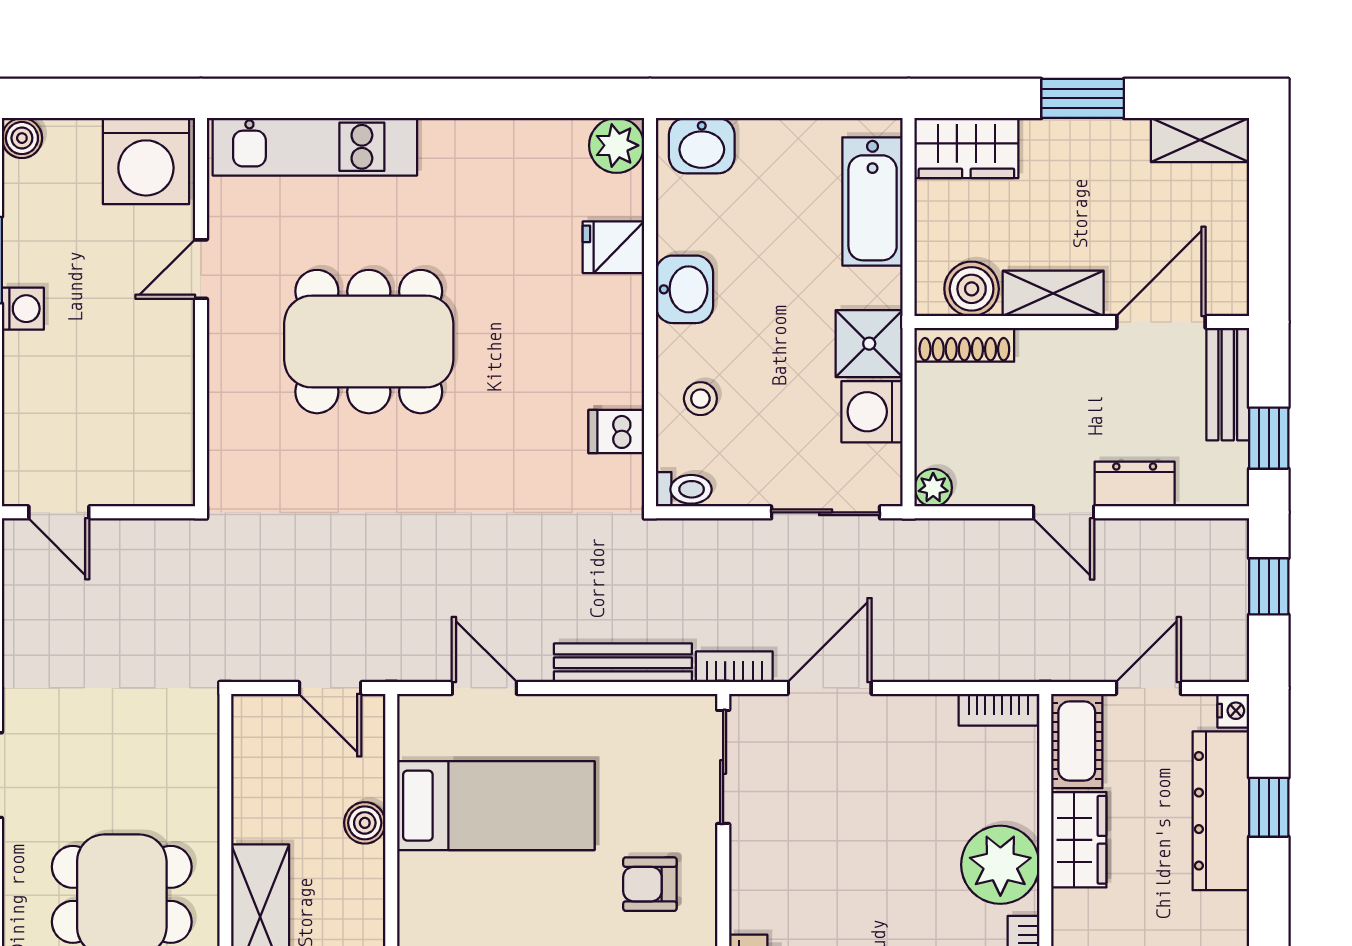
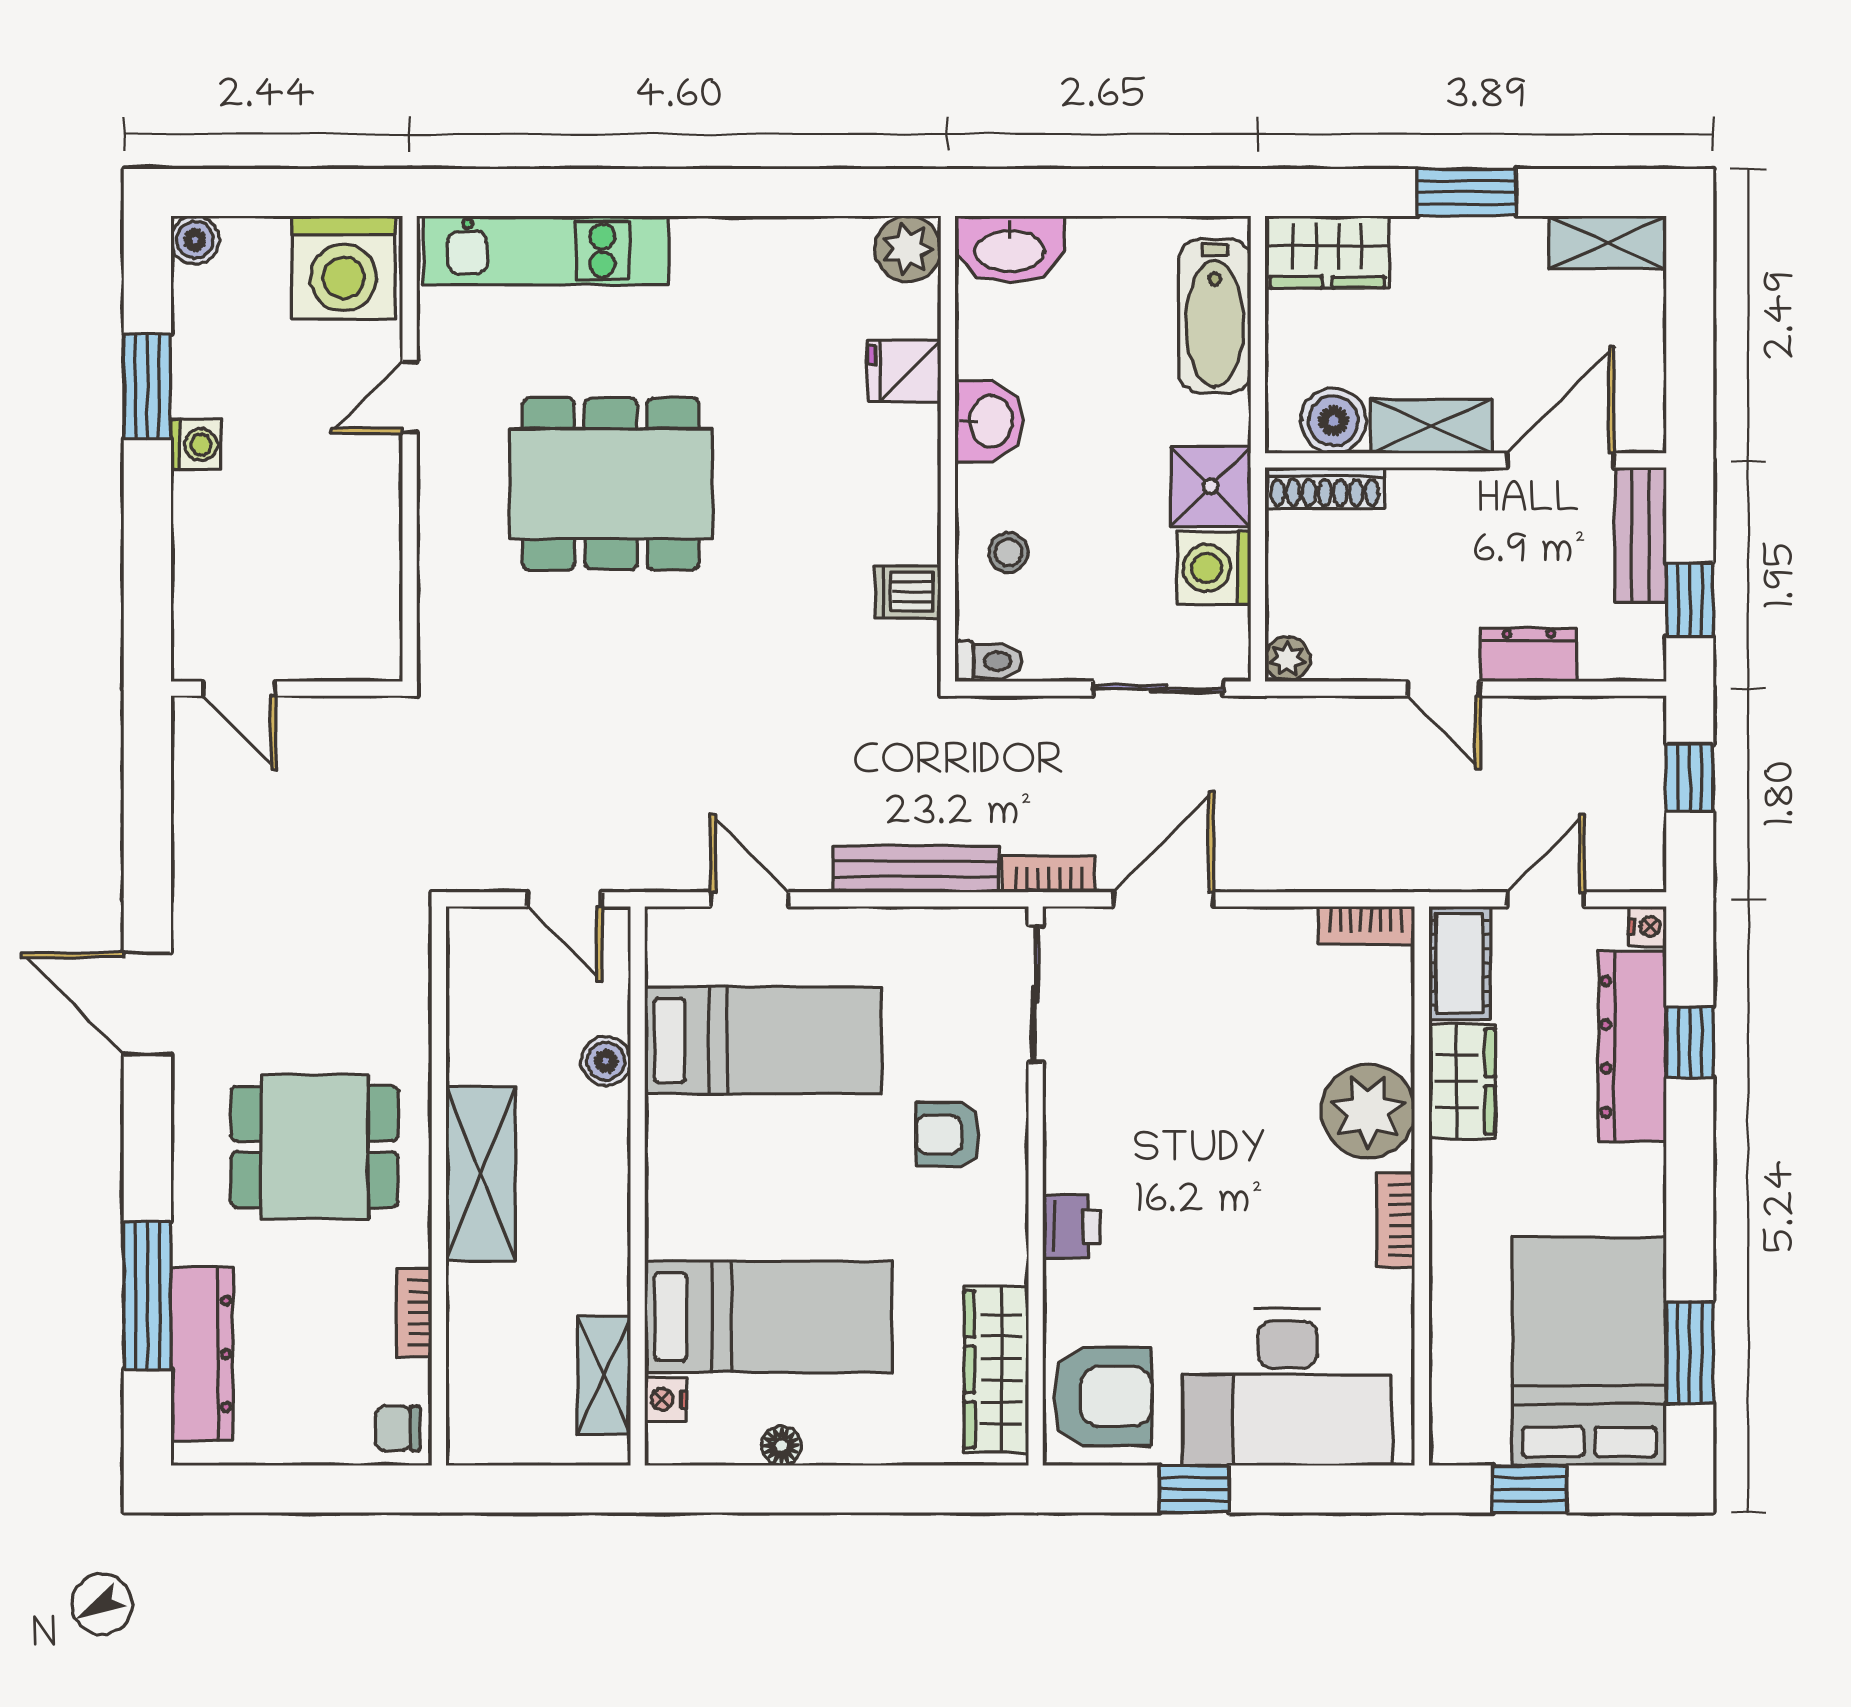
washbasin: (702, 146) -> (1010, 249), width x1.38

